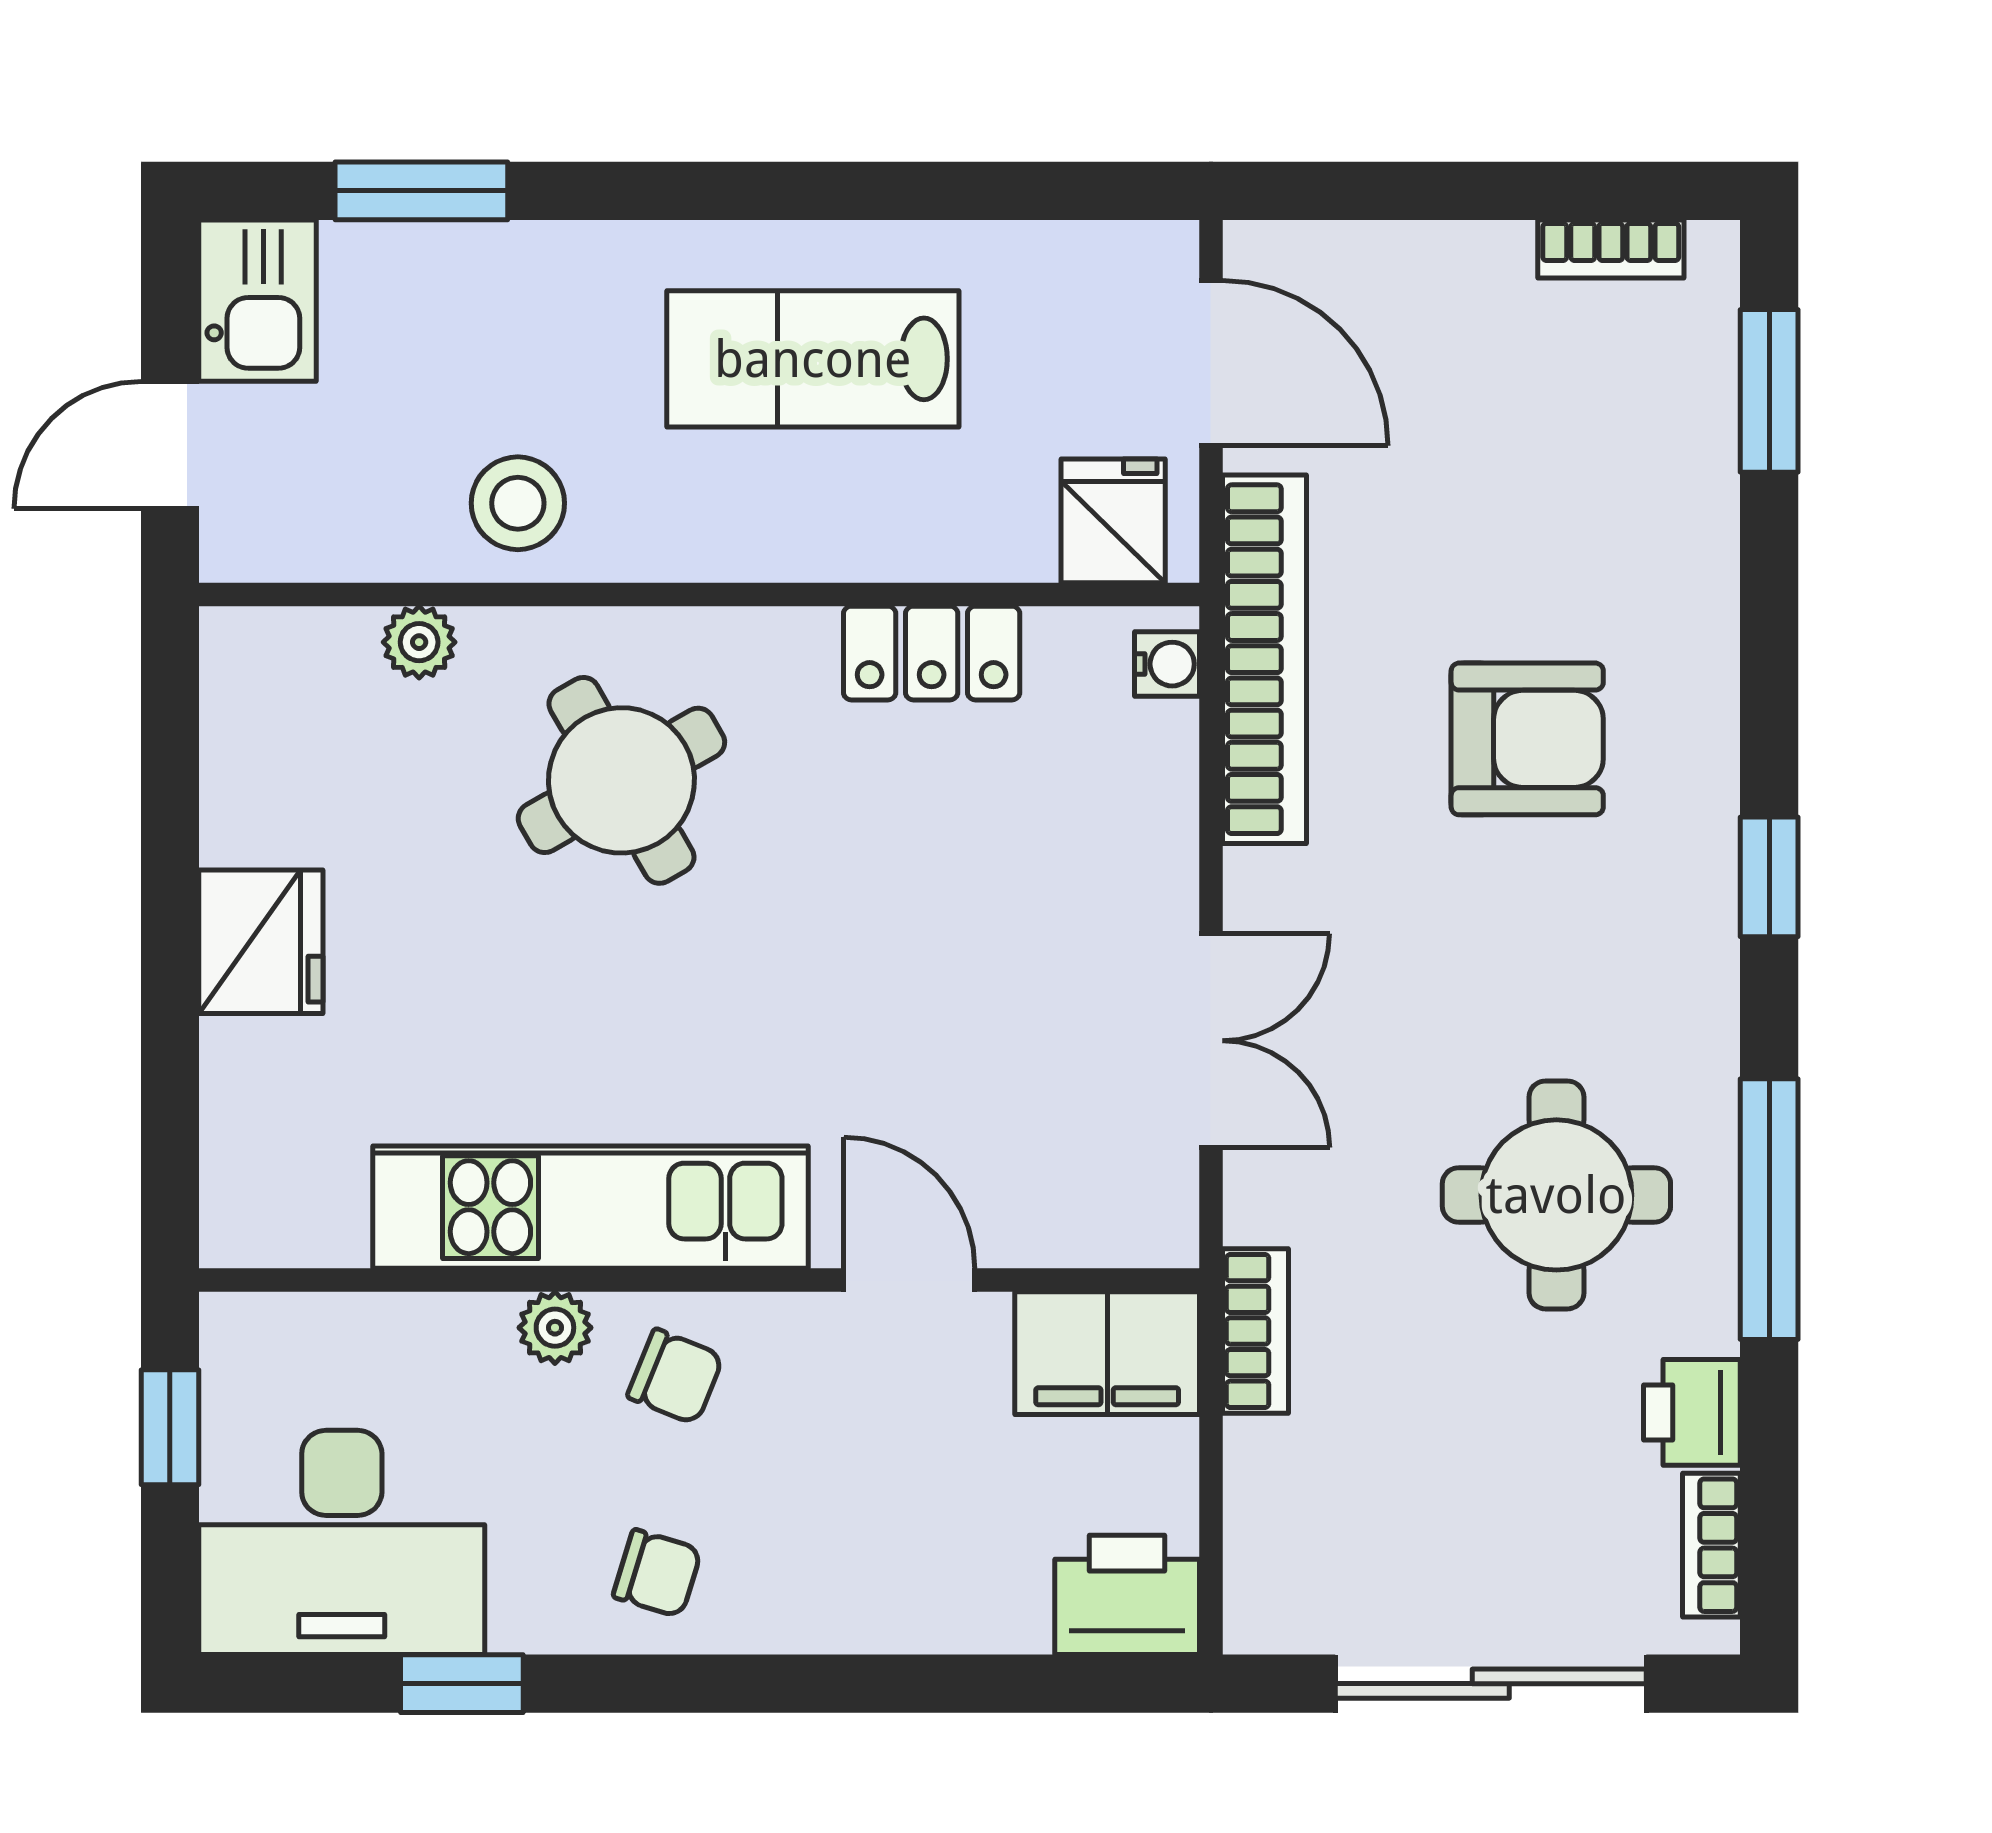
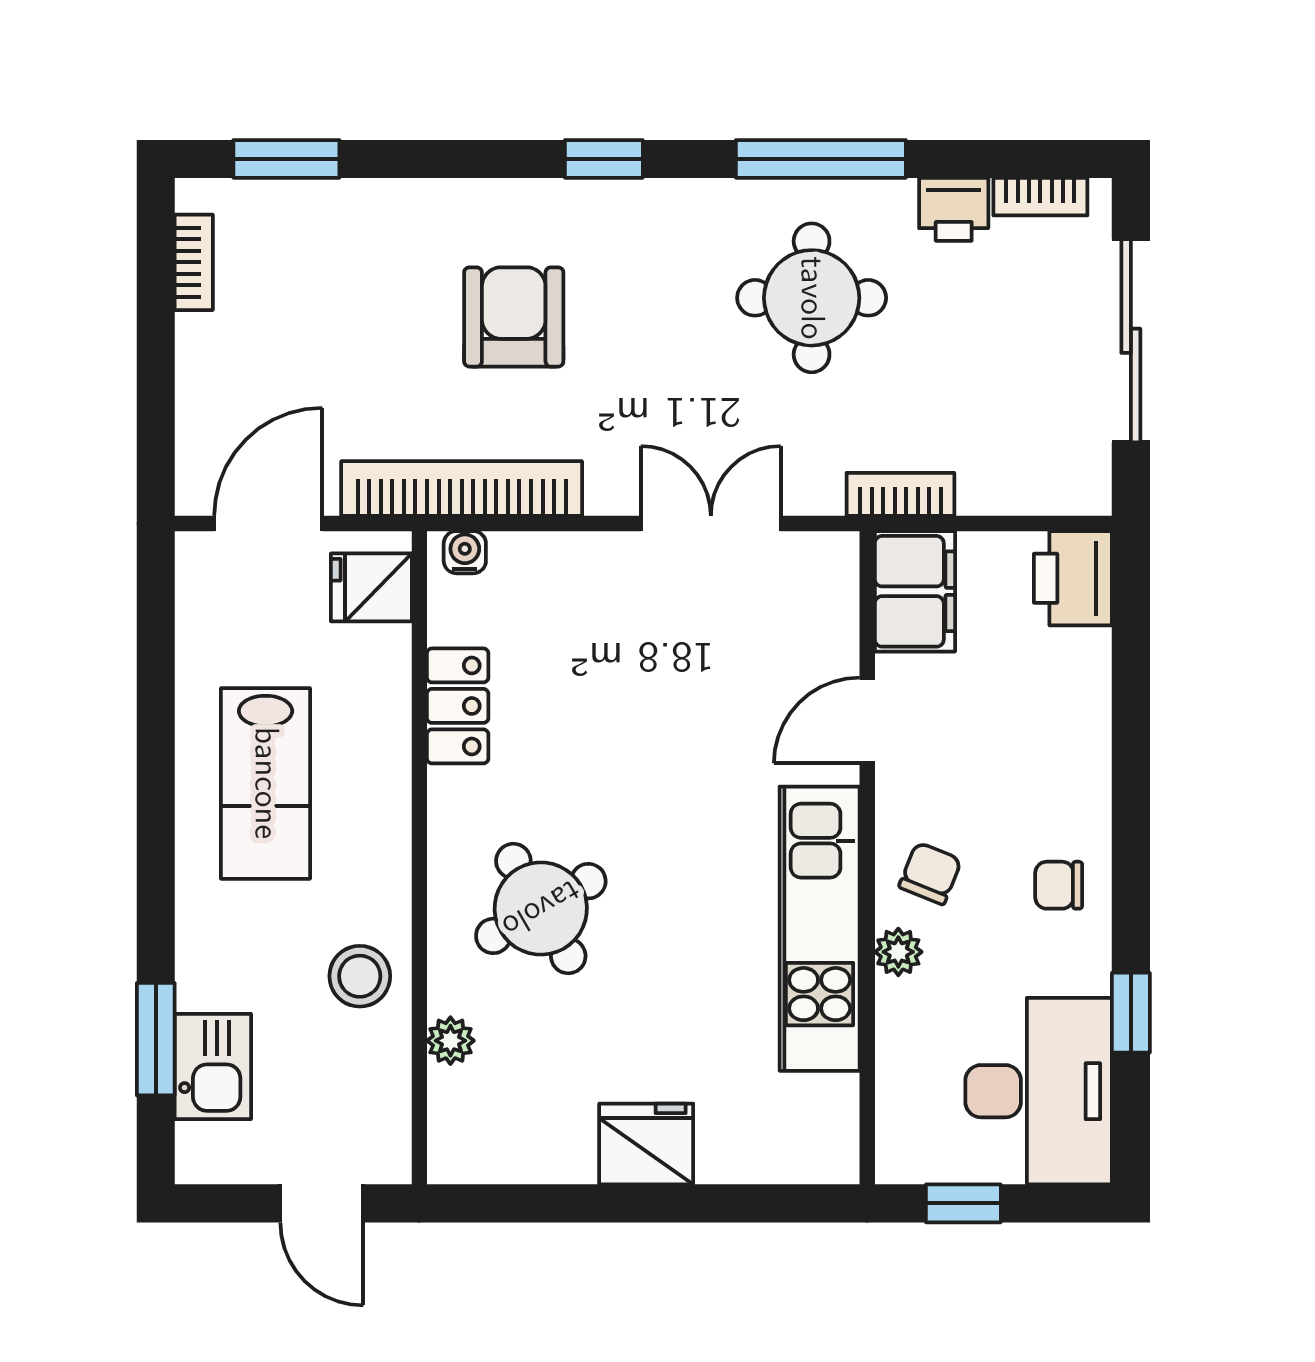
kitchen sink: (257, 301) -> (213, 1066), moved, turned 90
chair: (657, 1573) -> (1059, 885), turned -107

